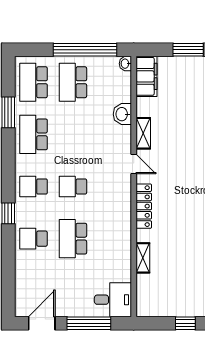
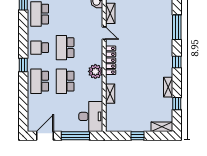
school desk: (73, 186) -> (65, 48), width x1.85
plant: (120, 224) -> (95, 71), added
school desk: (34, 239) -> (40, 81), width x1.85
desk: (113, 300) -> (91, 116), width x1.37

